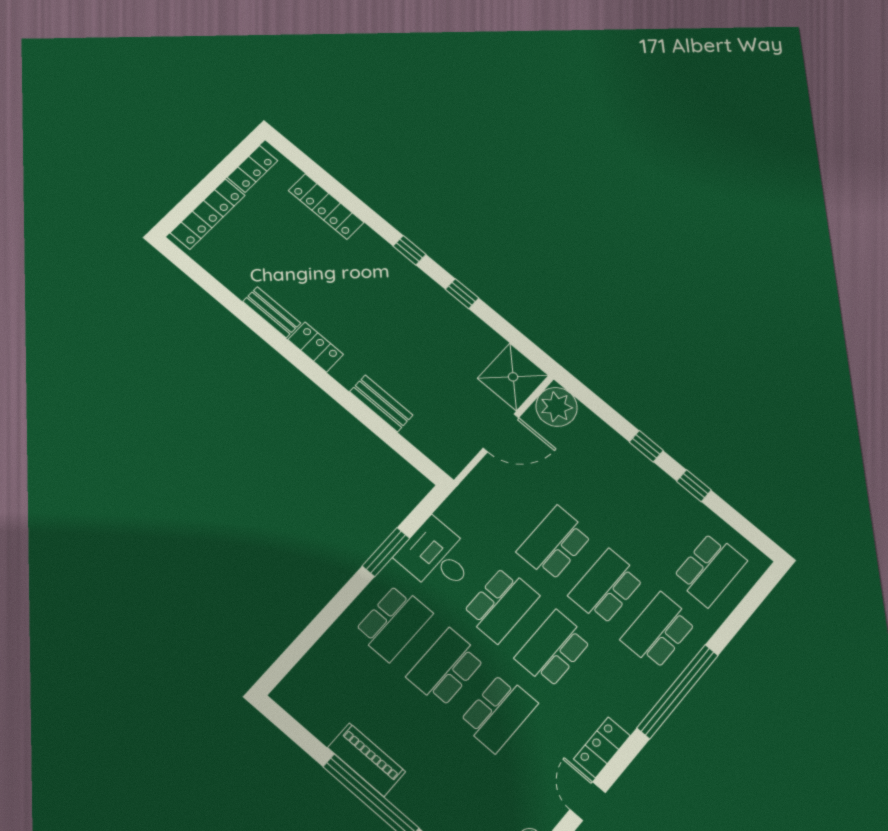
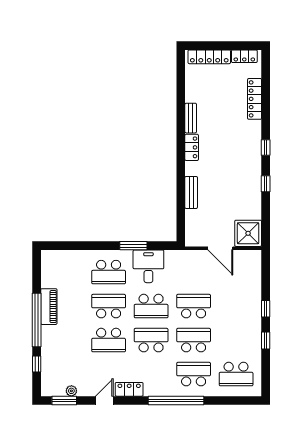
plant: (557, 407) -> (251, 261), removed

